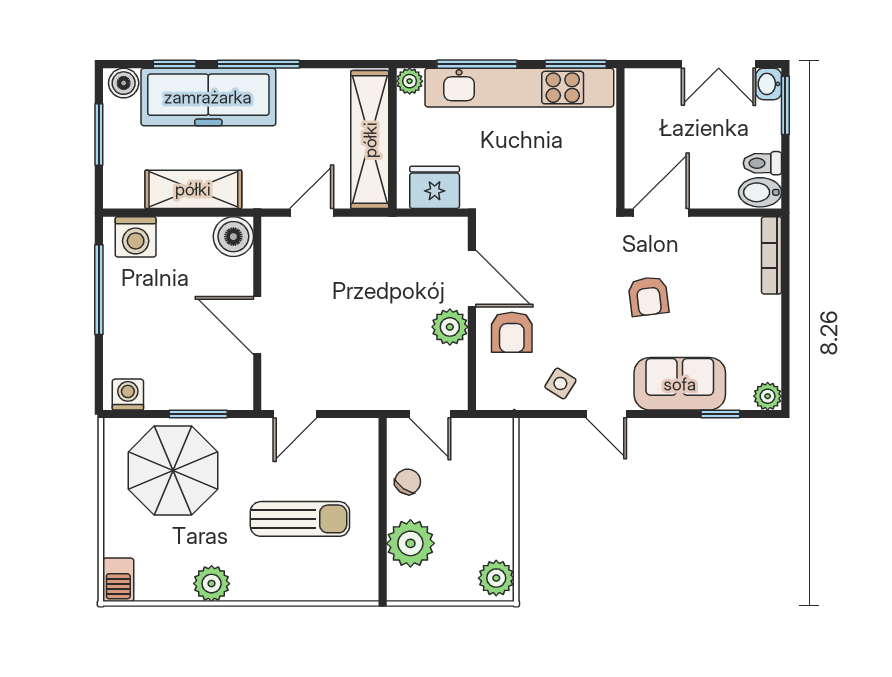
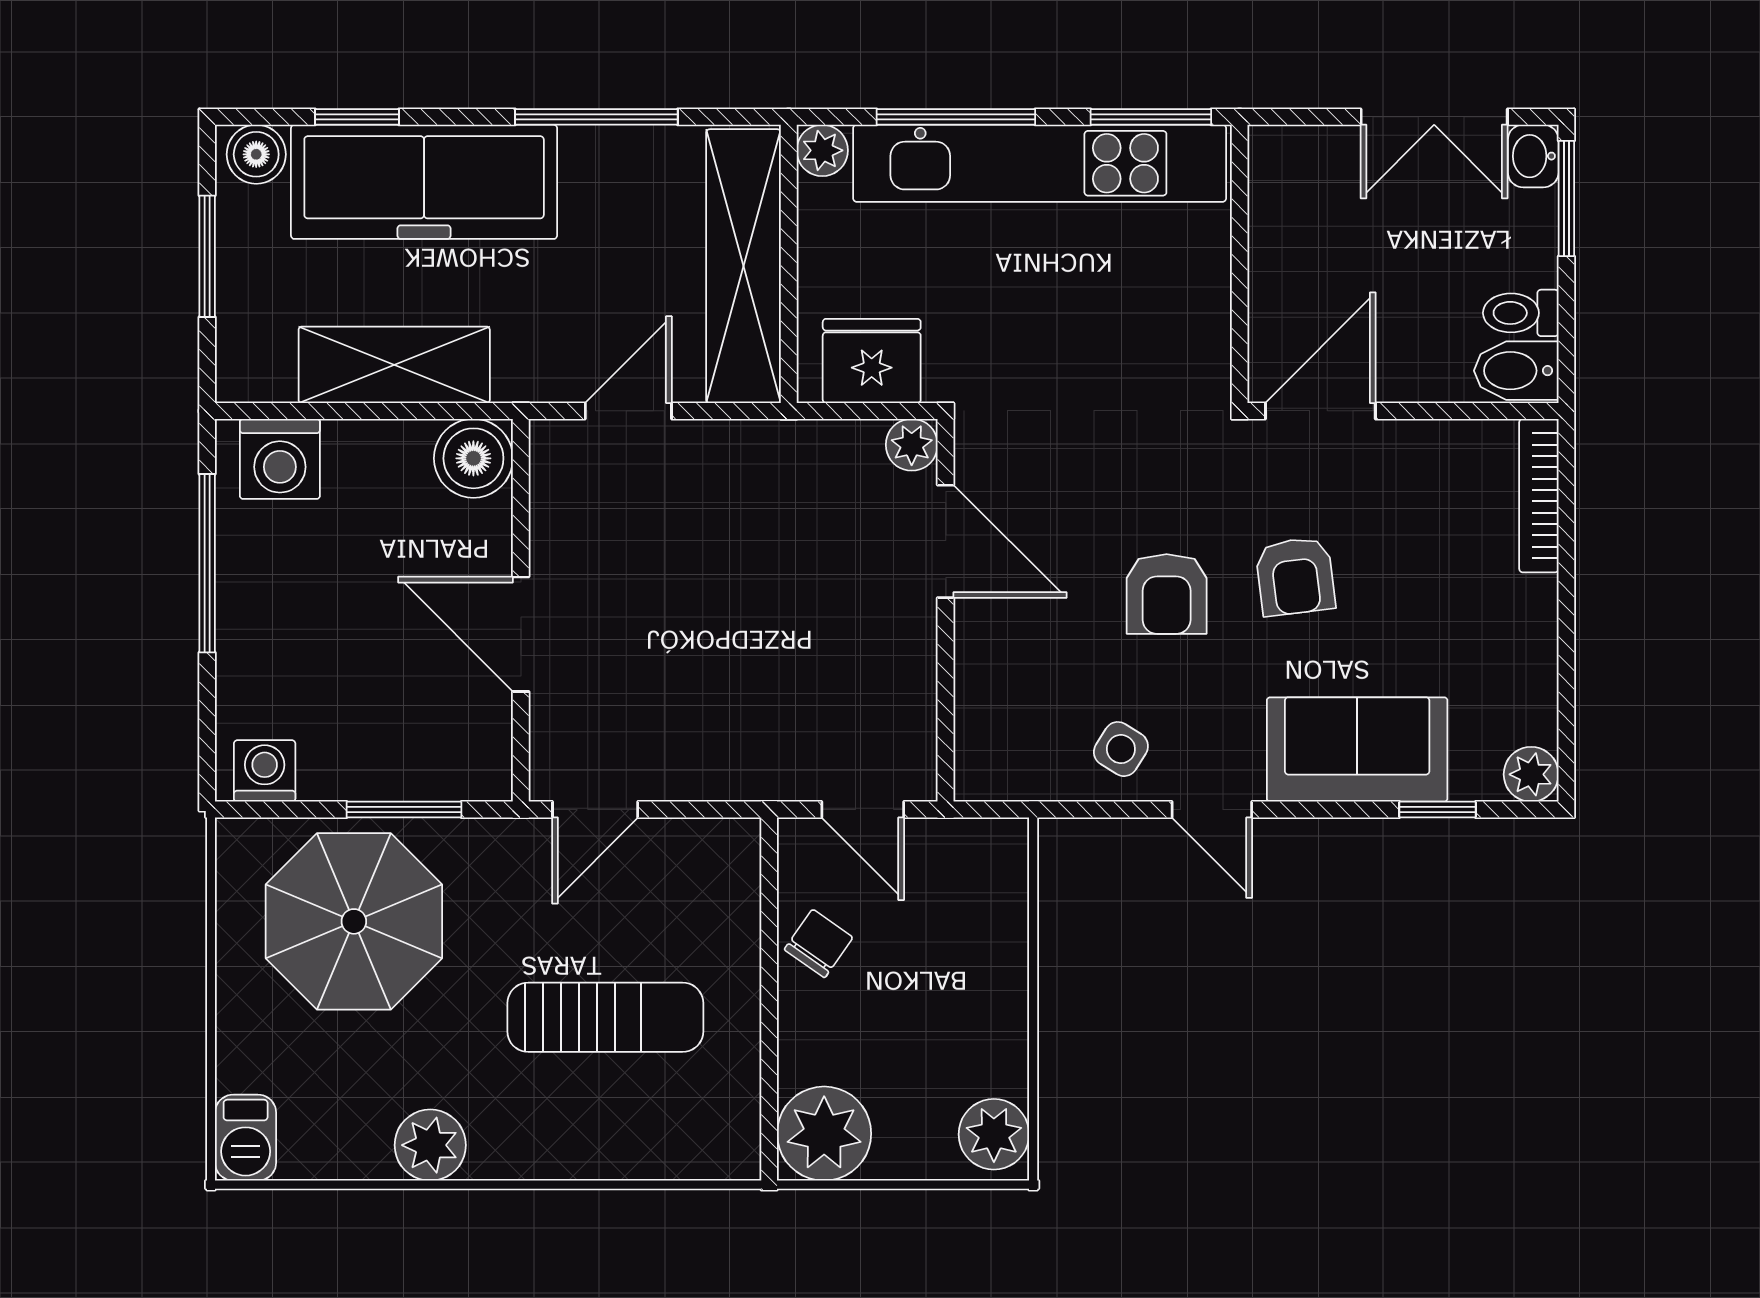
window: (258, 64) -> (596, 117), moved
plant: (450, 327) -> (912, 445), moved, width x0.73, depth x0.73
armchair: (512, 332) -> (1167, 594), moved
plant: (410, 543) -> (824, 1134), moved

